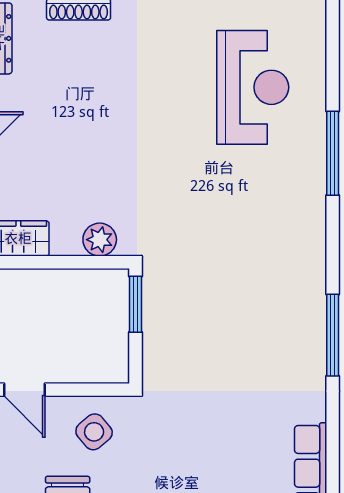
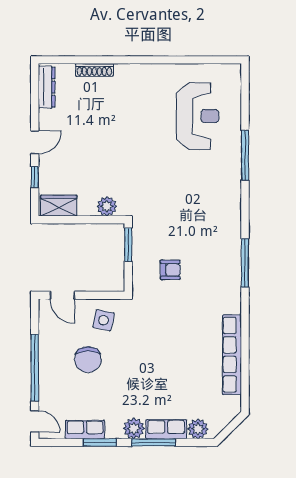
armchair: (206, 347) -> (170, 270), added
side table: (94, 432) -> (104, 320), turned -38

